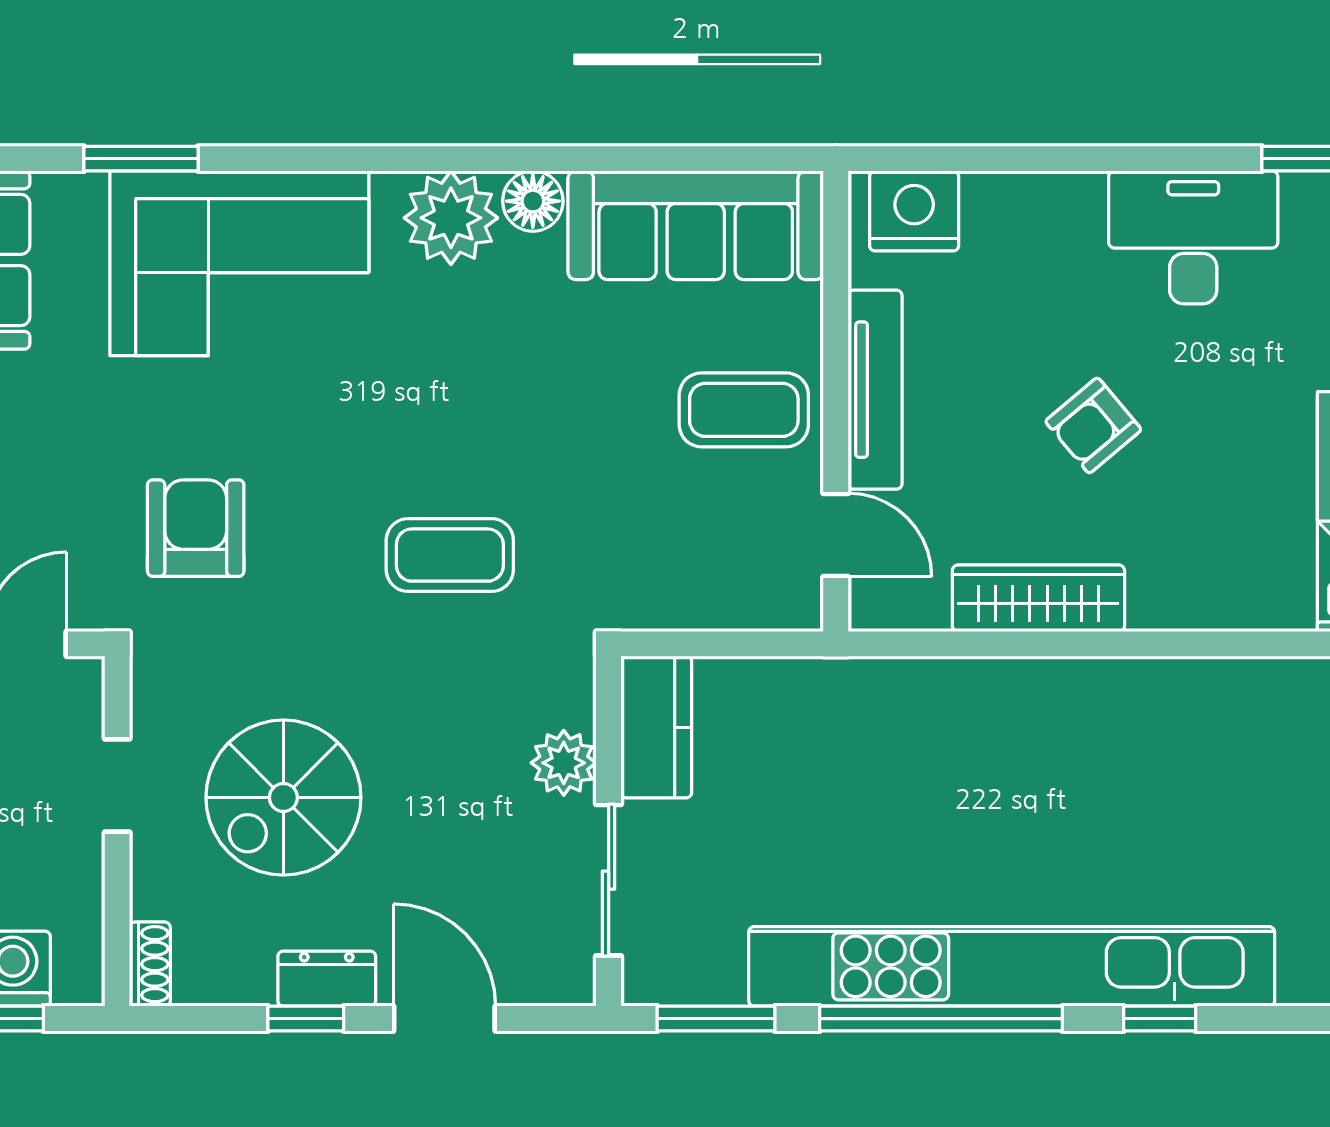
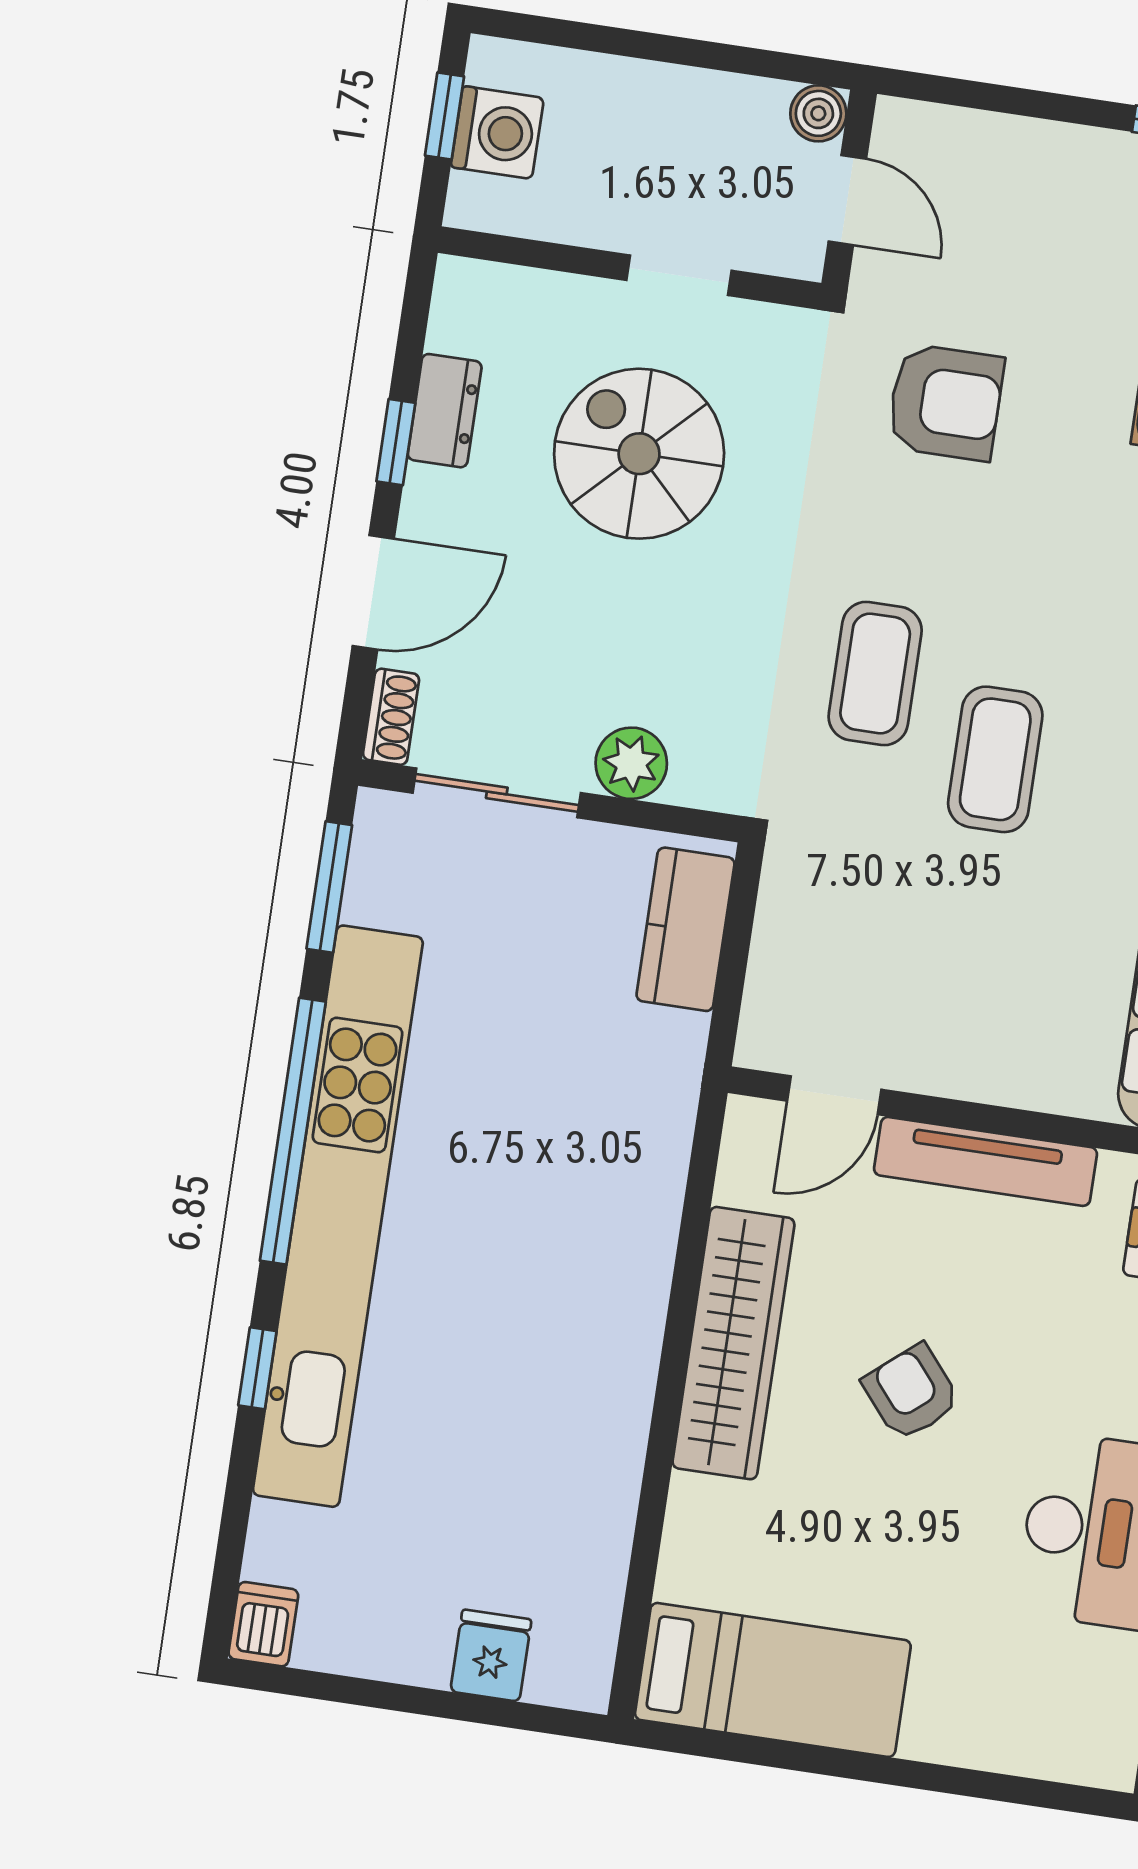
coffee table: (744, 410) -> (995, 759), moved
wardrobe: (1038, 598) -> (733, 1343), width x1.40, depth x1.17
kitchen counter: (656, 727) -> (685, 929), moved, turned 90
shoe rack: (150, 964) -> (391, 717), moved, turned -90
dresser: (327, 979) -> (445, 411), moved

